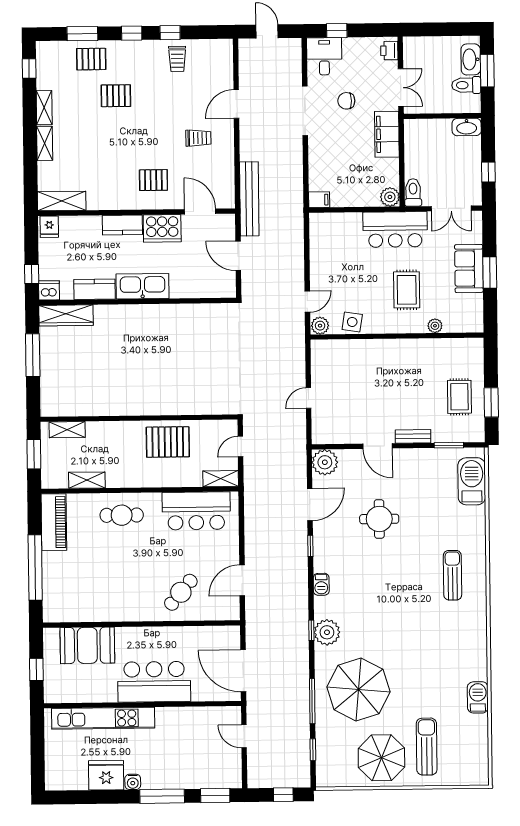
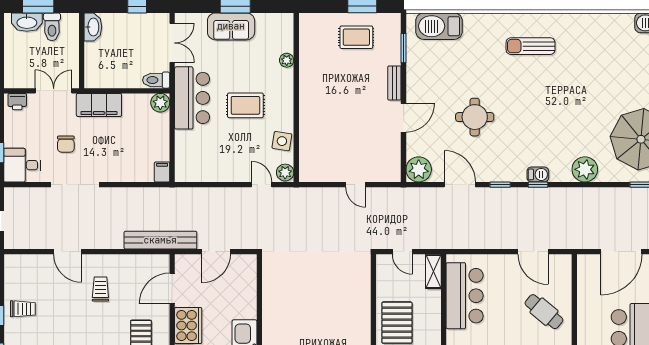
rug: (407, 290) -> (245, 105), moved
window: (311, 630) -> (538, 185), moved

